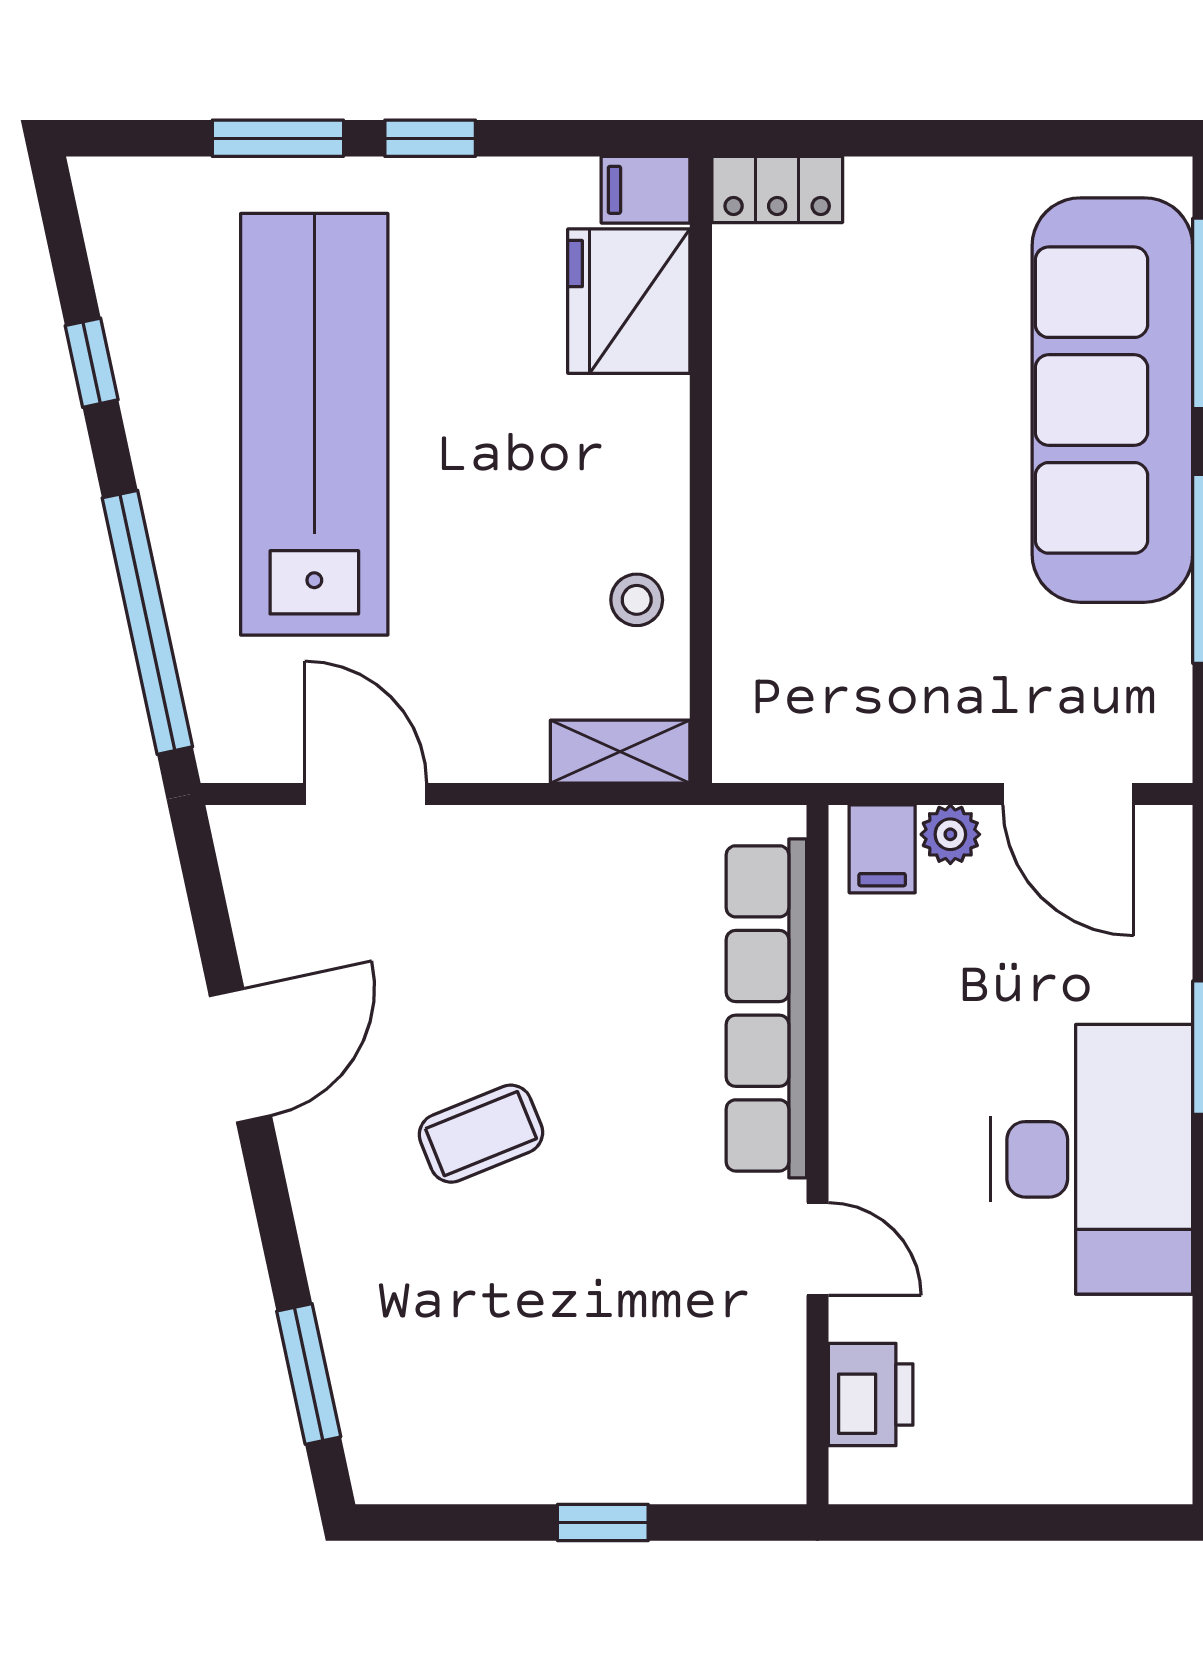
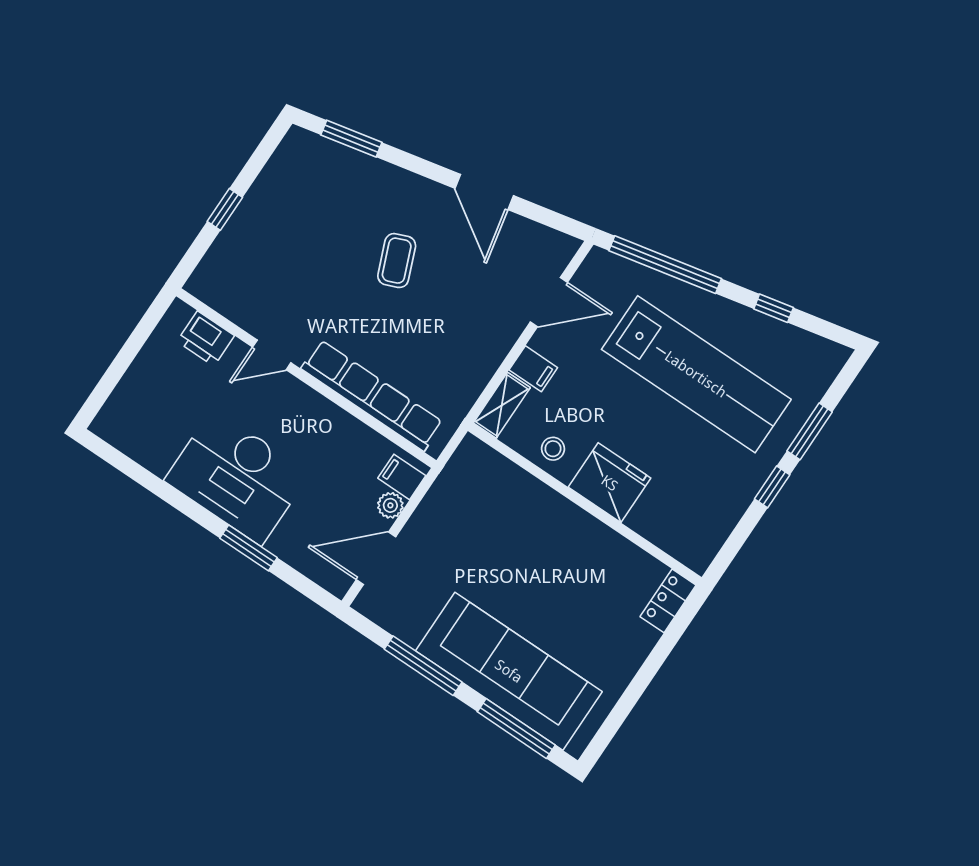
filing cabinet: (646, 190) -> (533, 369), moved, turned 90
fridge: (629, 301) -> (610, 483), moved

